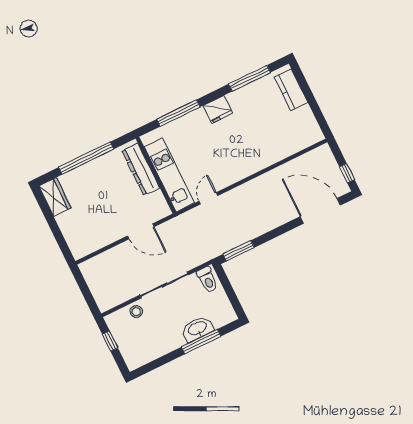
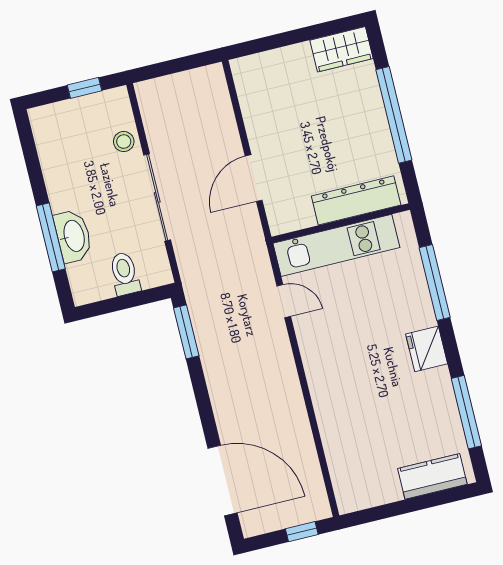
window: (347, 173) -> (302, 532), moved
door: (320, 211) -> (223, 480), hinge flipped
toilet: (207, 280) -> (125, 274), moved, turned 90

